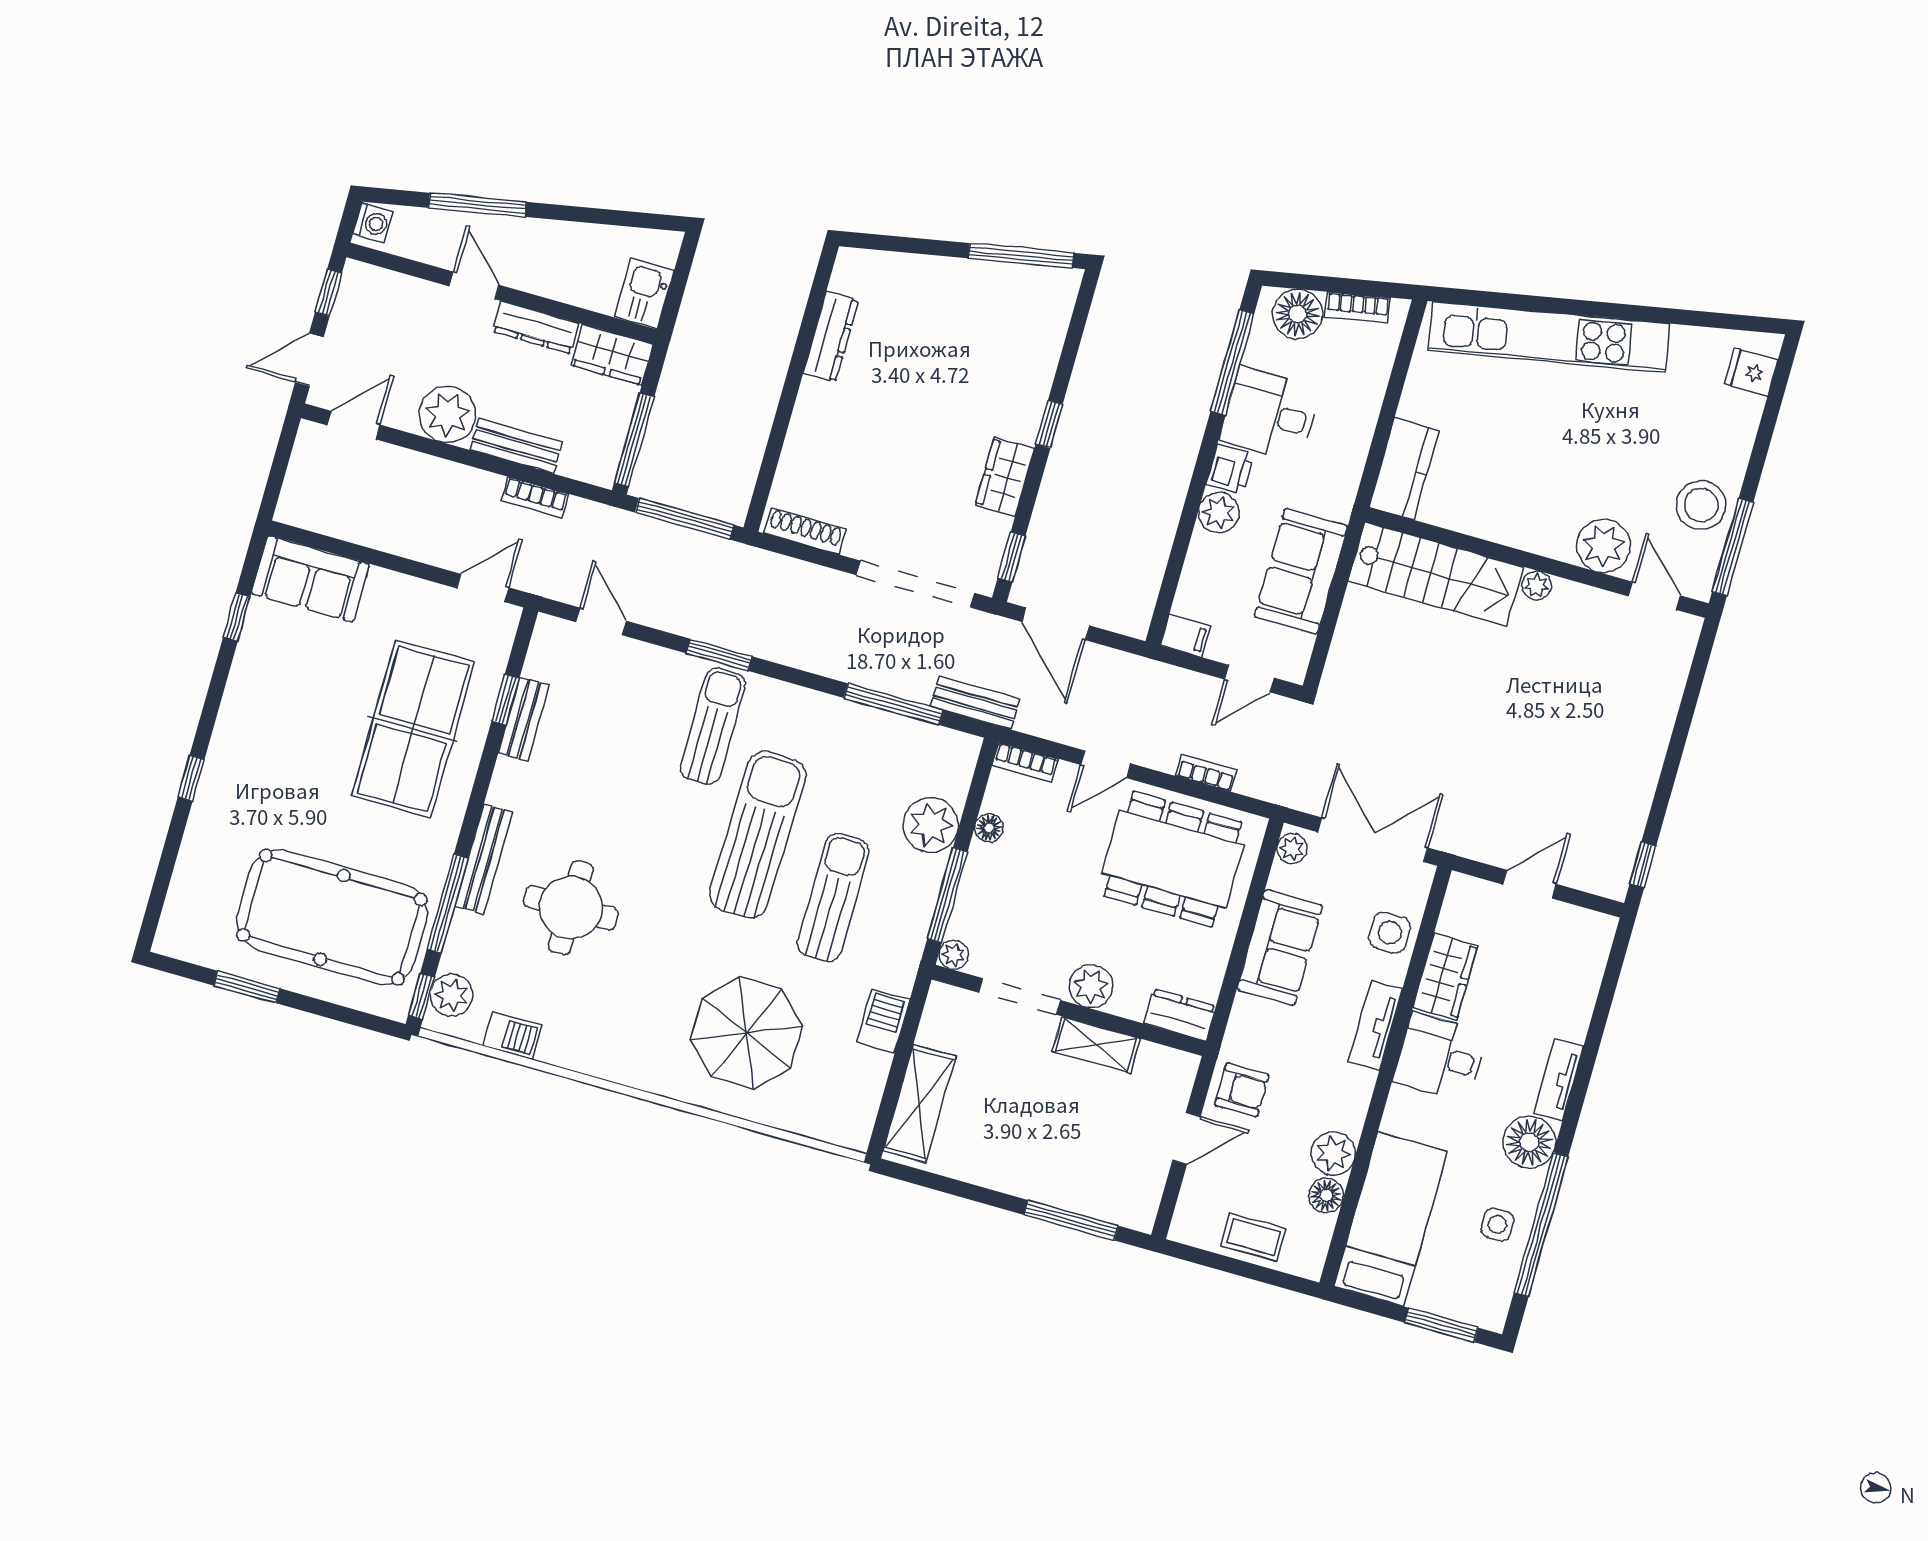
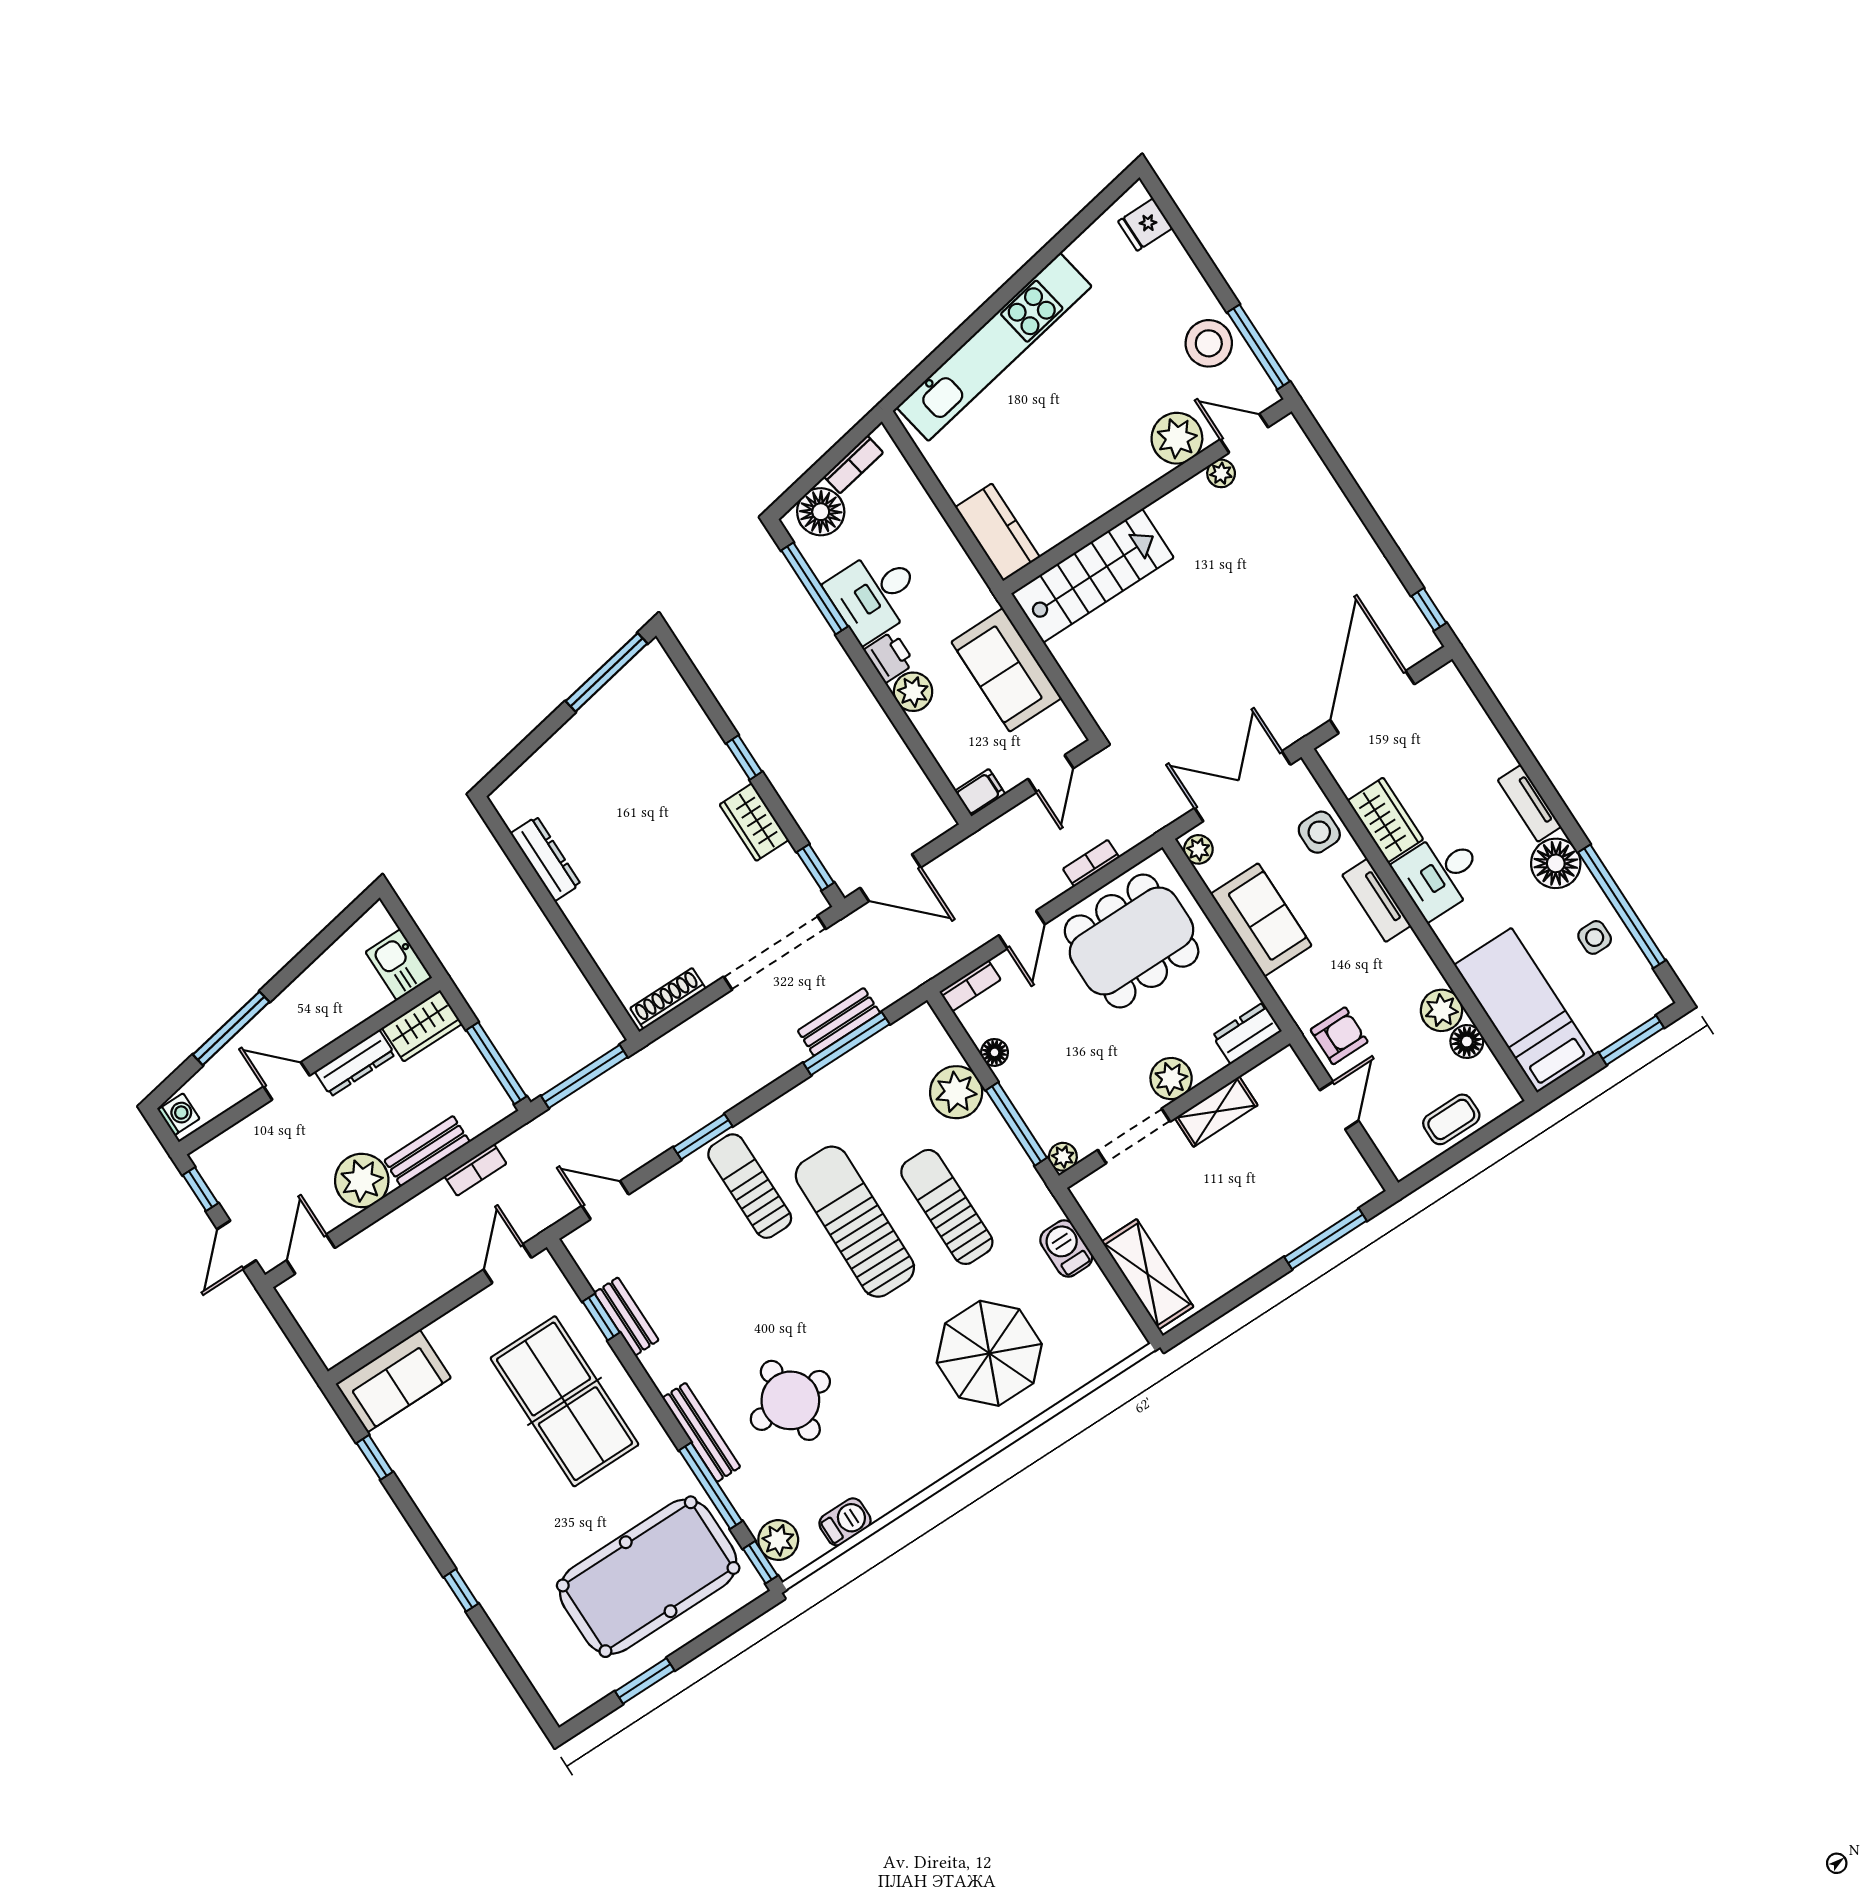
plant: (1537, 586) -> (1221, 473), moved
bench: (975, 703) -> (839, 1022), moved
door: (1530, 884) -> (1372, 702), width x1.88

